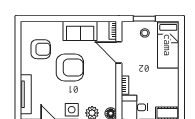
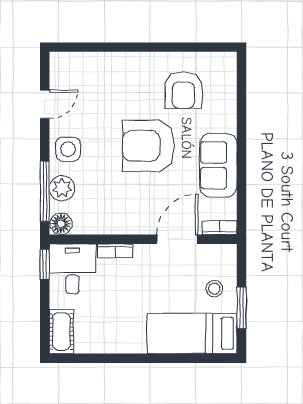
window: (144, 19) -> (241, 308), moved
armchair: (70, 67) -> (148, 146), turned 90
tv unit: (26, 94) -> (97, 62), removed

